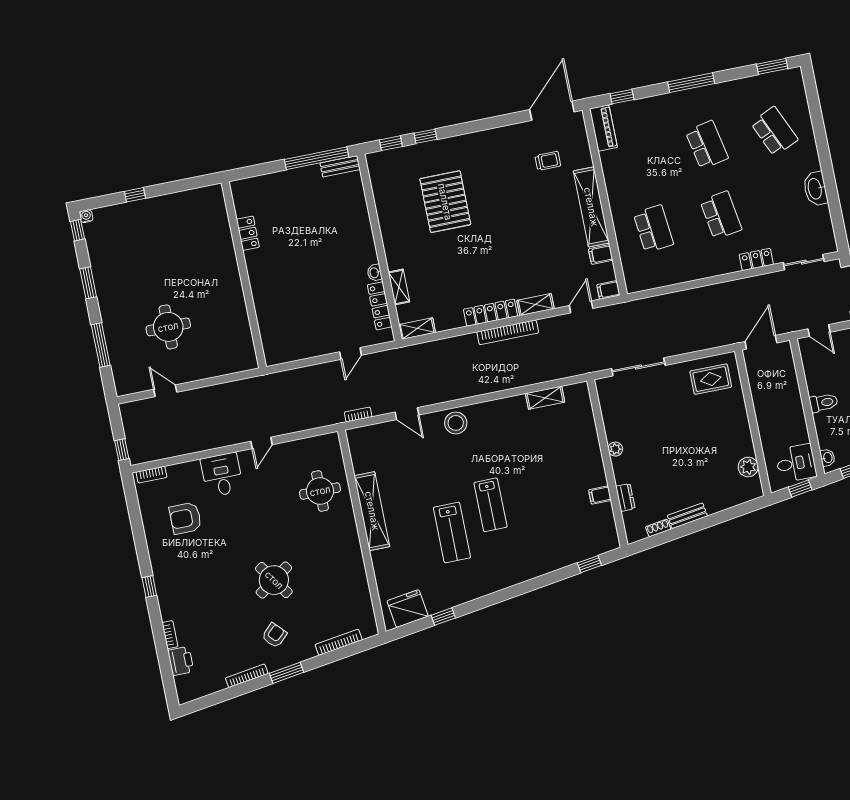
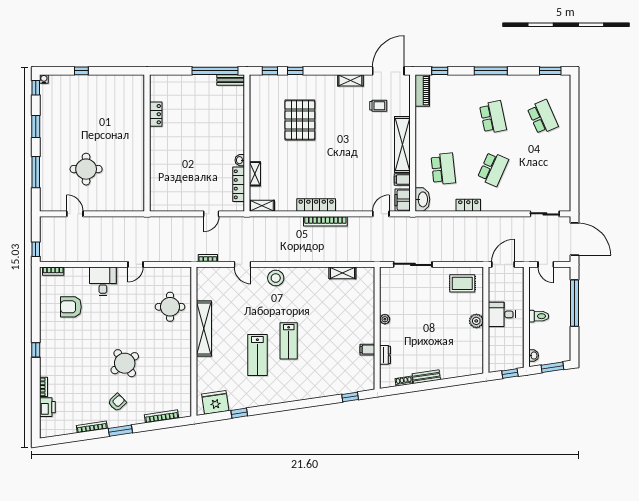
washbasin: (815, 189) -> (422, 199), moved, turned 180
school desk: (721, 215) -> (493, 169), turned 33
locker: (756, 259) -> (468, 205), moved
filing cabinet: (608, 290) -> (403, 200), width x2.00
shelving: (535, 305) -> (350, 80), moved
desk: (796, 463) -> (502, 314), moved, turned 180
plant: (748, 467) -> (476, 321), moved

